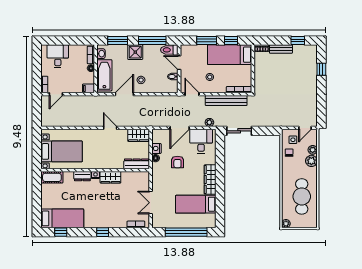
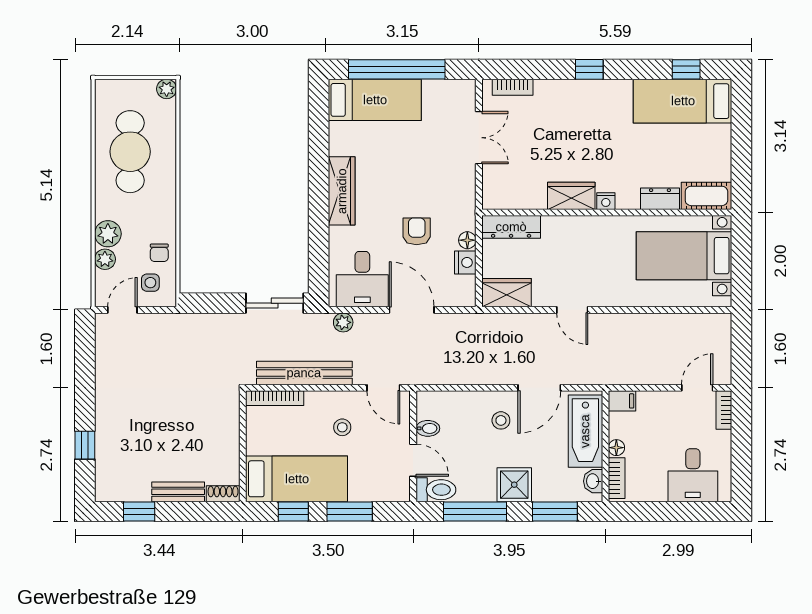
door: (180, 128) -> (412, 310), hinge flipped
dresser: (82, 176) -> (660, 199), moved
bed: (196, 204) -> (375, 100), moved

